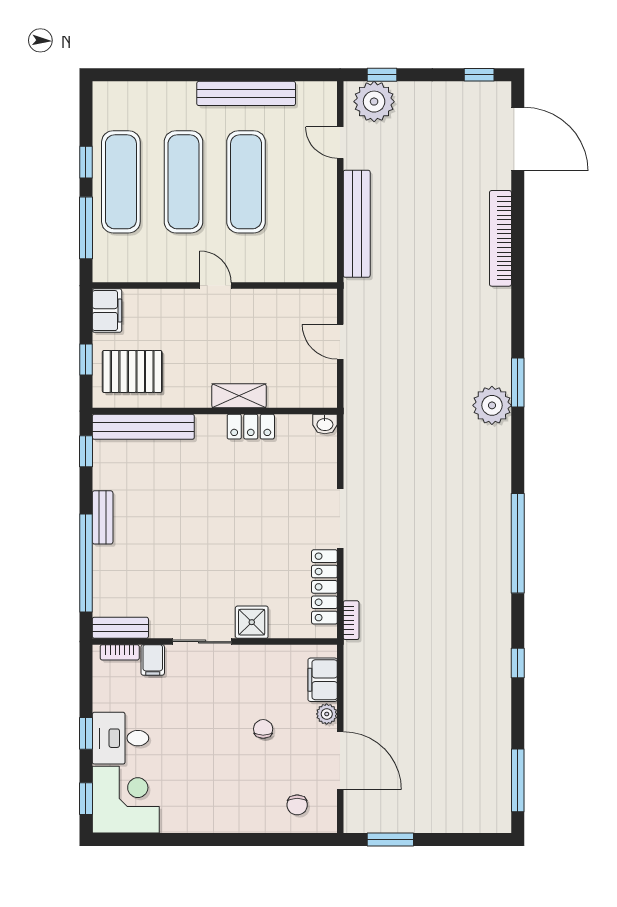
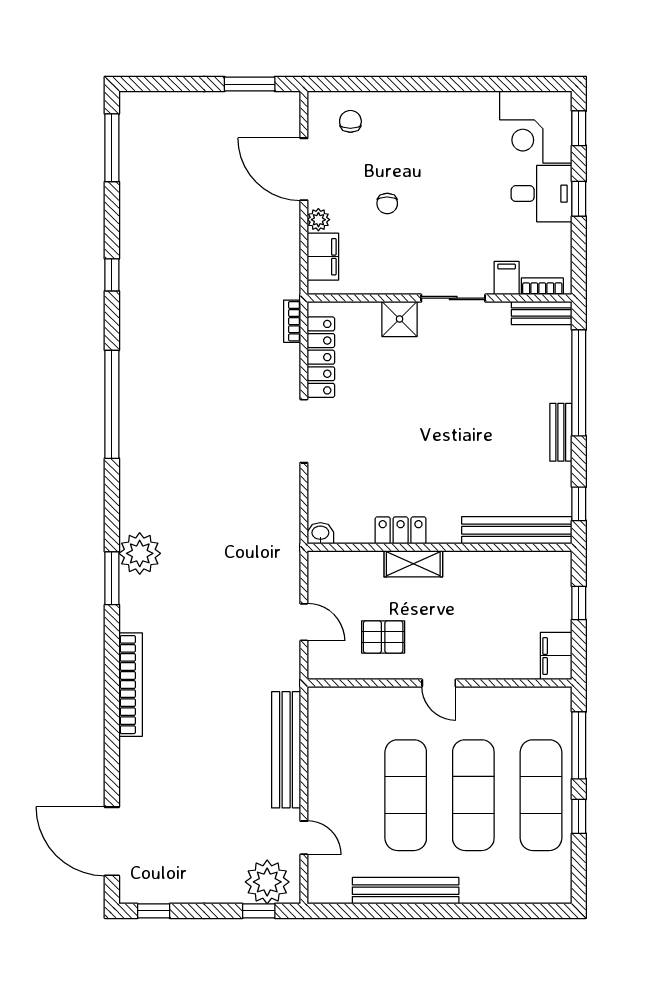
bookcase: (500, 238) -> (131, 685), moved
pallet: (132, 371) -> (383, 637), moved, width x0.67, depth x0.71

